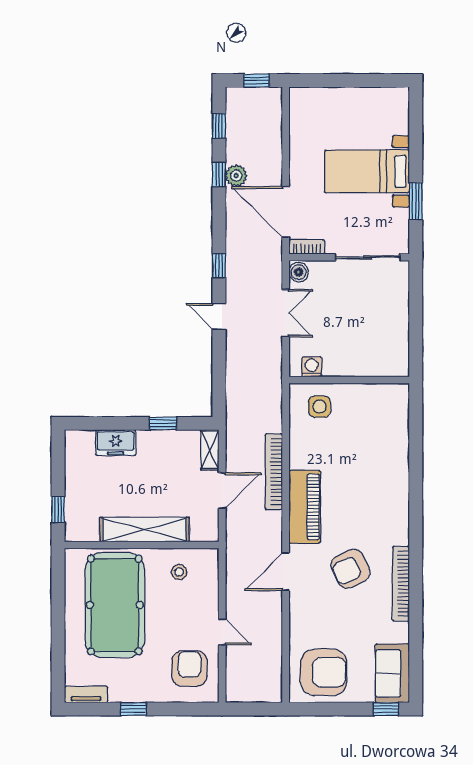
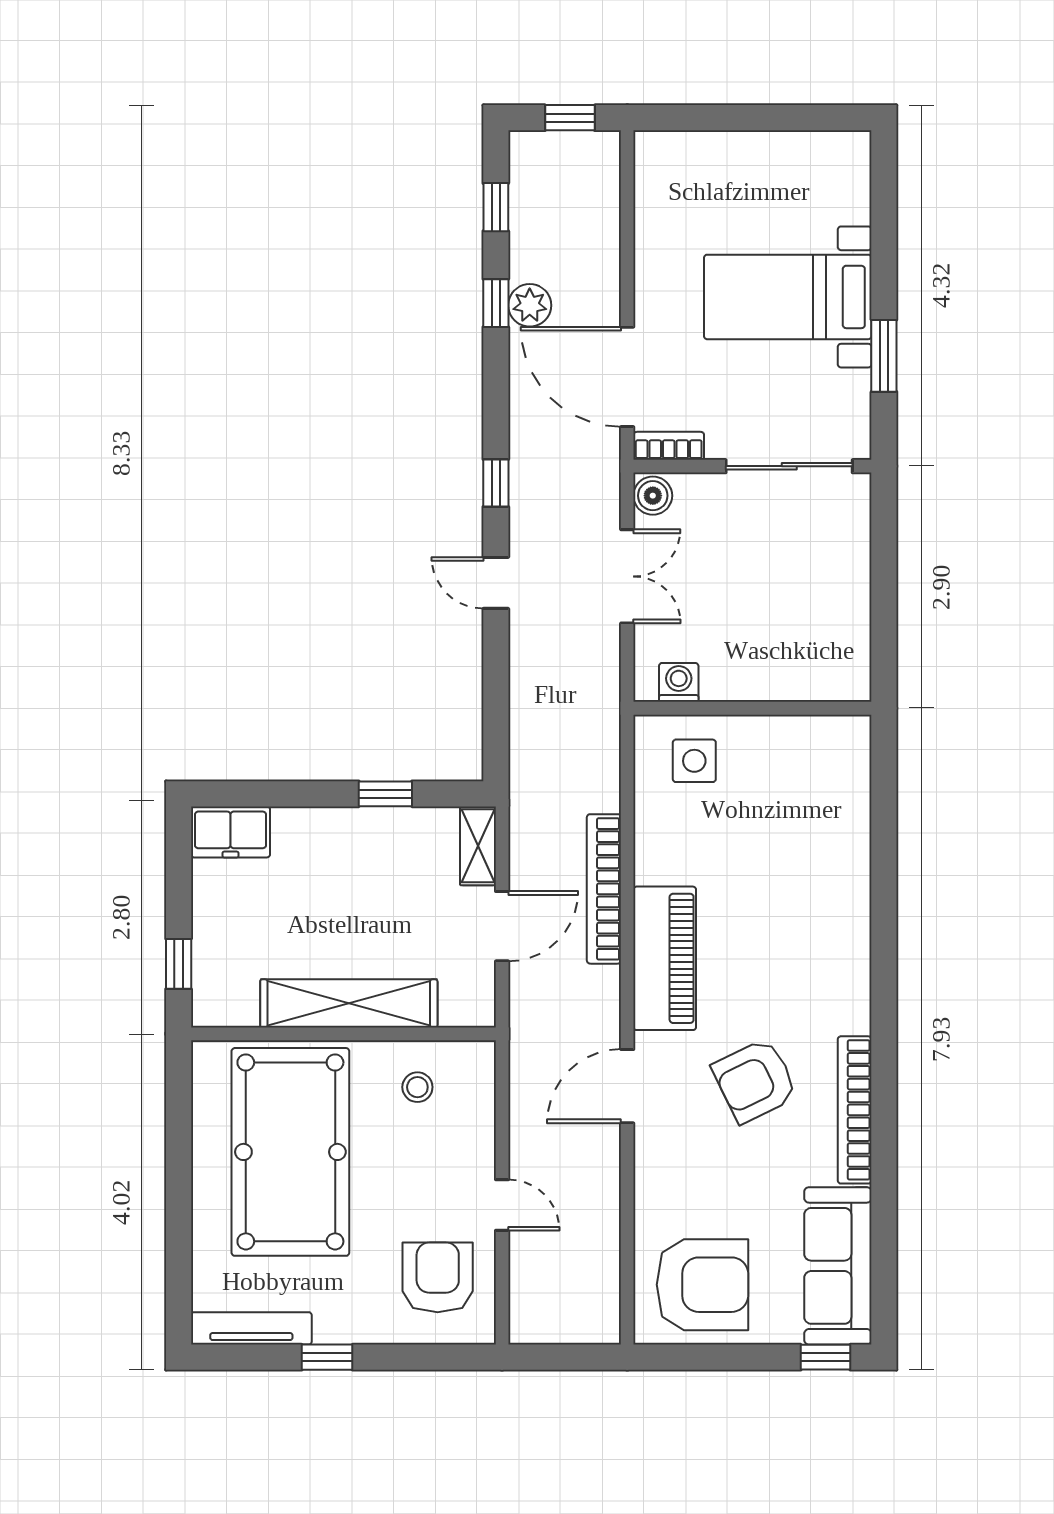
freezer: (116, 443) -> (231, 832), moved
sofa: (392, 673) -> (838, 1266), width x1.36
tv unit: (86, 694) -> (251, 1328), width x1.41

